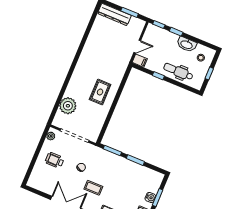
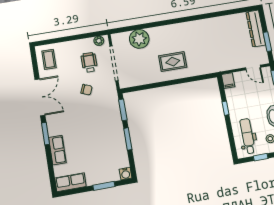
door: (137, 47) -> (253, 68), moved
dental chair: (178, 71) -> (248, 136), moved
wheelchair: (55, 160) -> (89, 62), moved
coffee table: (93, 188) -> (49, 59), moved
water cooler: (150, 198) -> (126, 174), moved

